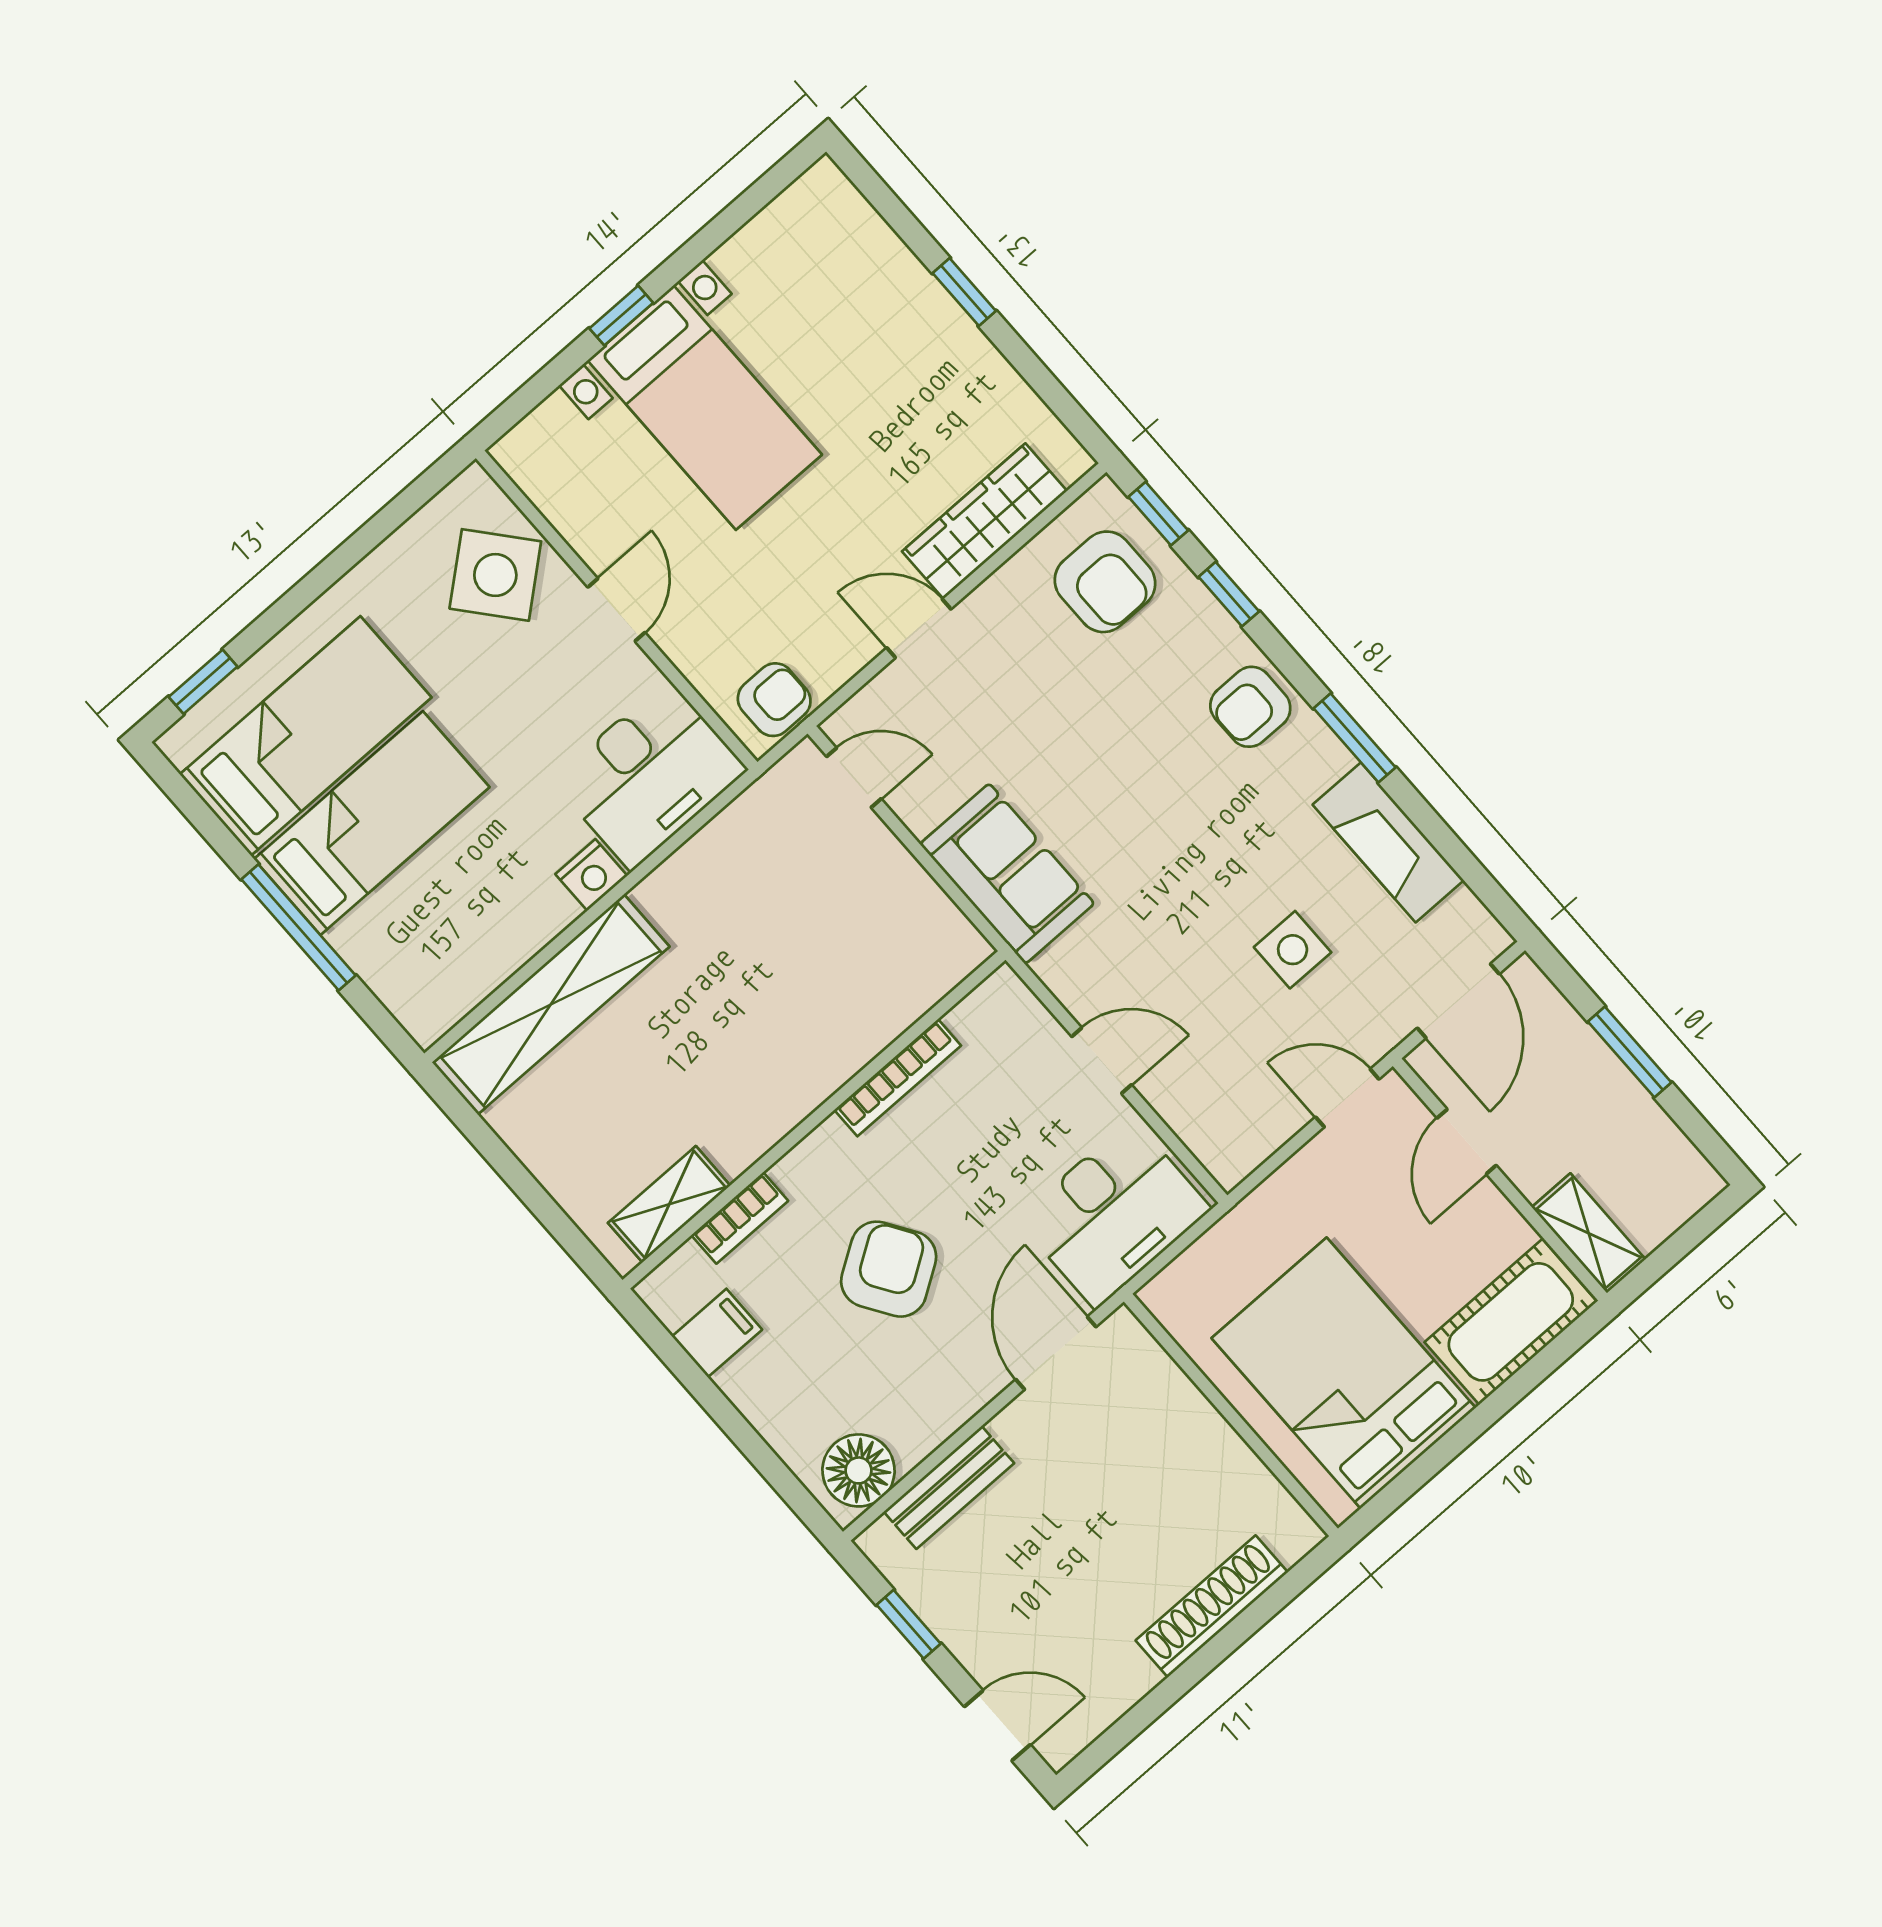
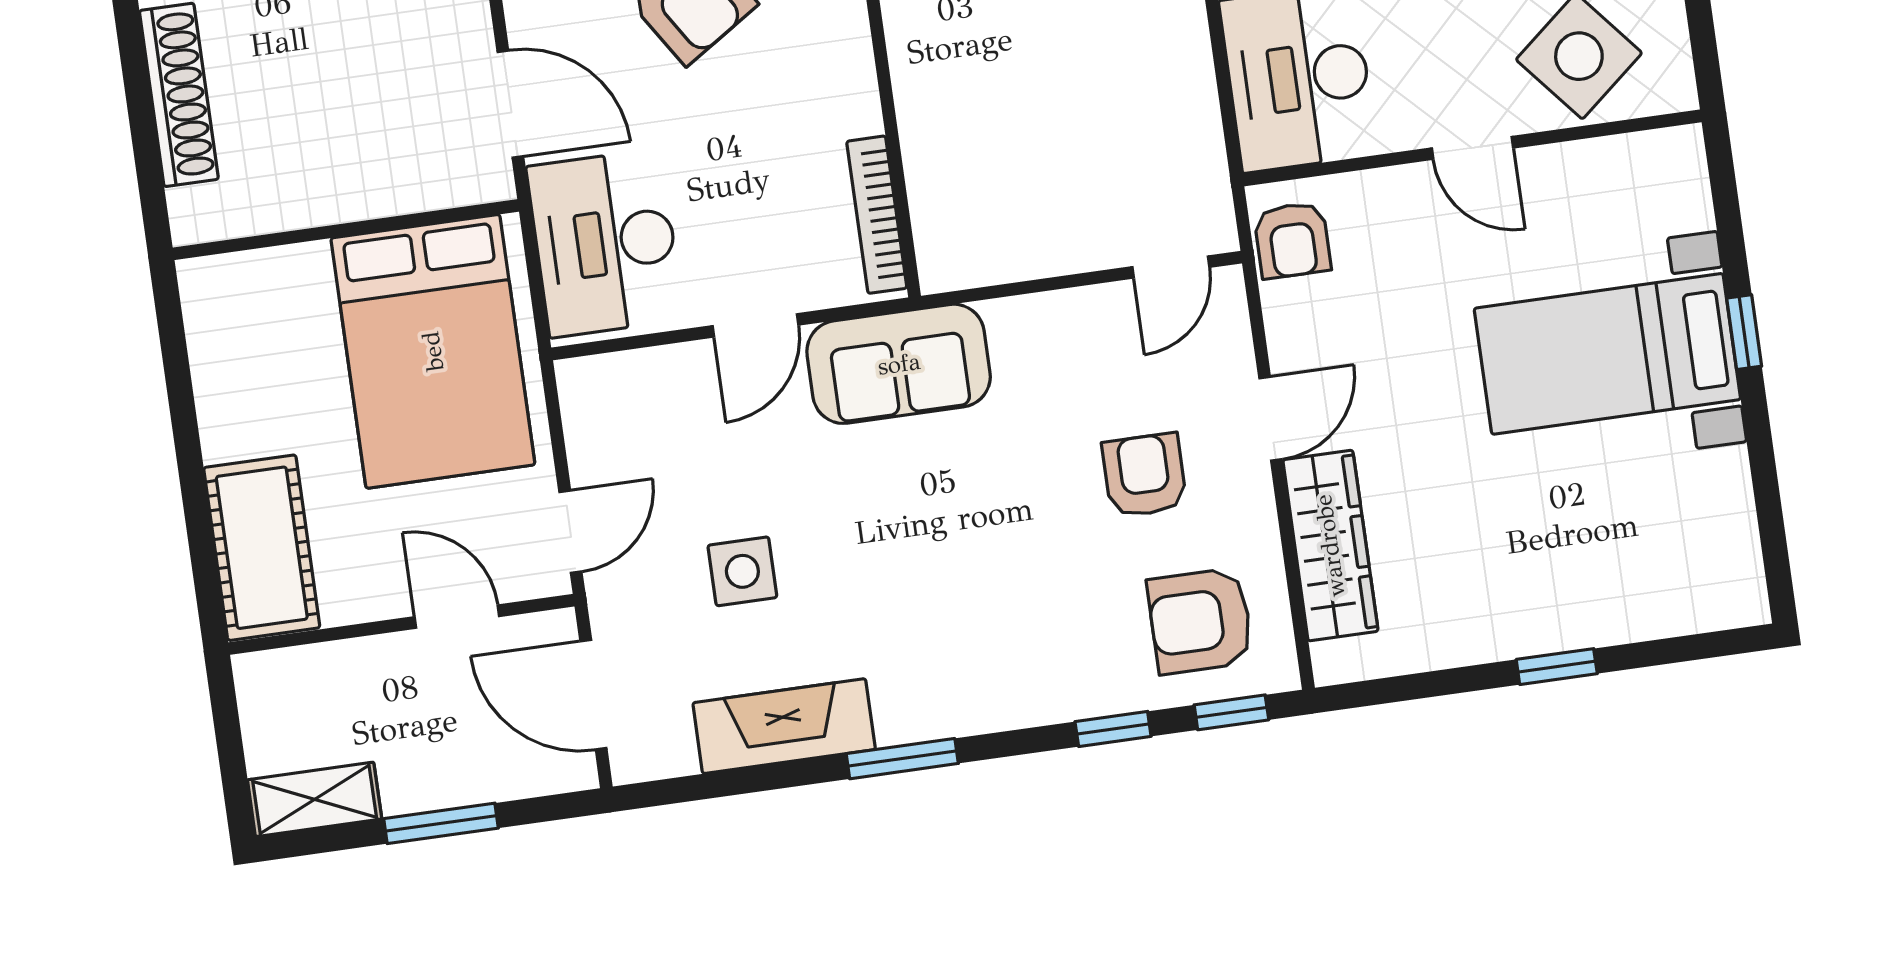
armchair: (1250, 707) -> (1144, 475), moved
sofa: (1007, 874) -> (899, 364), moved
bookcase: (898, 1078) -> (877, 215), moved
shelving: (1589, 1233) -> (315, 799), moved
bed: (1344, 1373) -> (433, 351), moved, turned 90

